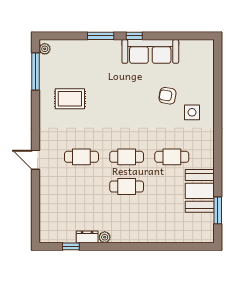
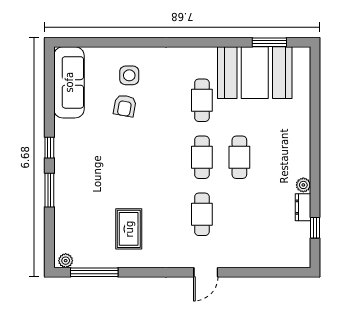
sofa: (150, 51) -> (69, 82), moved
side table: (192, 112) -> (129, 75), moved
booth: (200, 191) -> (255, 73), width x1.36, depth x1.42

